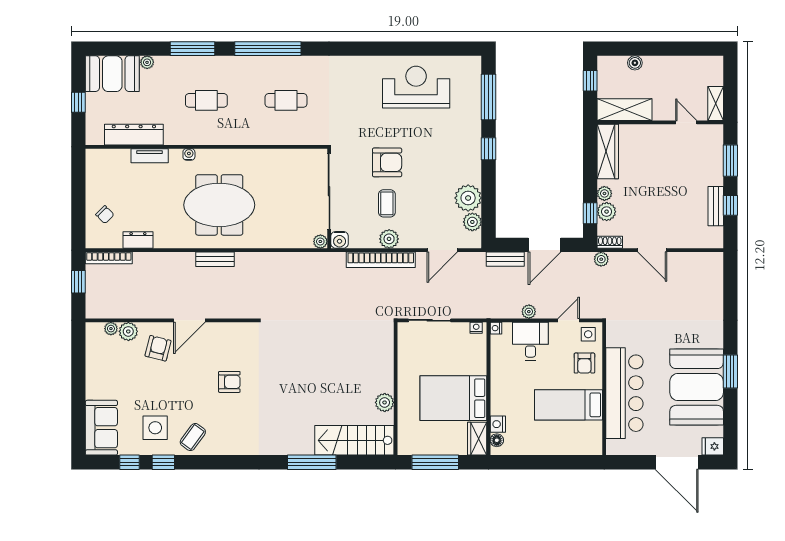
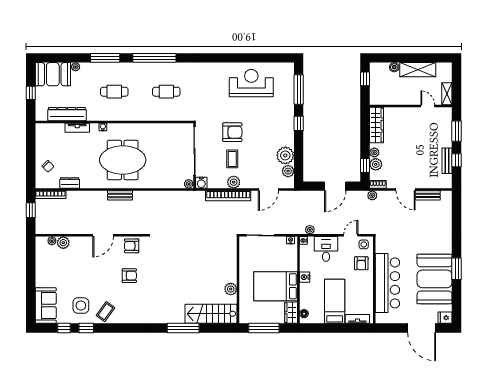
shelving: (625, 110) -> (418, 70), moved
bench: (505, 259) -> (428, 195), moved
plant: (529, 312) -> (310, 230), moved
armchair: (158, 348) -> (132, 246), moved, turned -104
bed: (569, 405) -> (335, 301), moved, turned 90
nightstand: (498, 424) -> (305, 277), moved
tv unit: (579, 448) -> (357, 319), added

